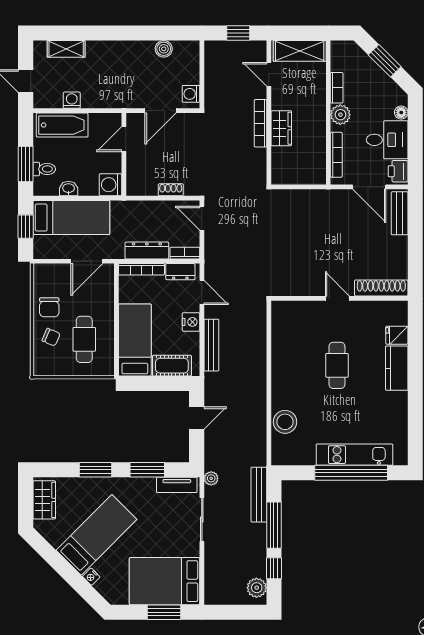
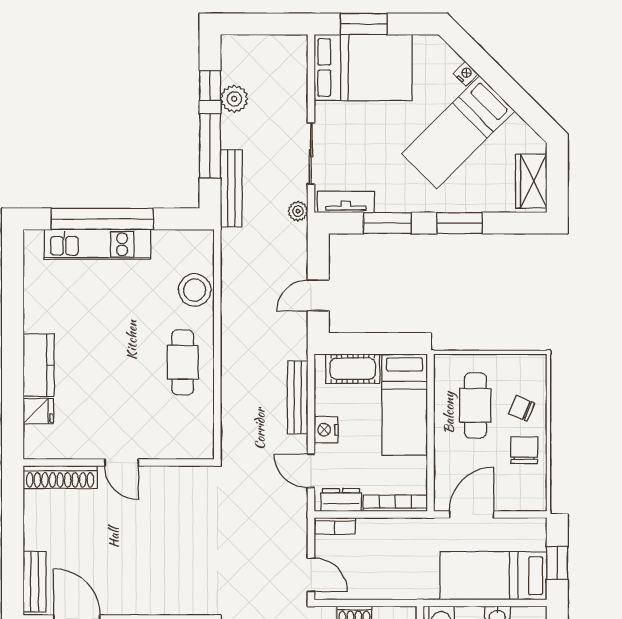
dresser: (147, 251) -> (388, 530), removed
cafe table: (337, 365) -> (183, 362), moved
plant: (257, 588) -> (234, 99), moved

